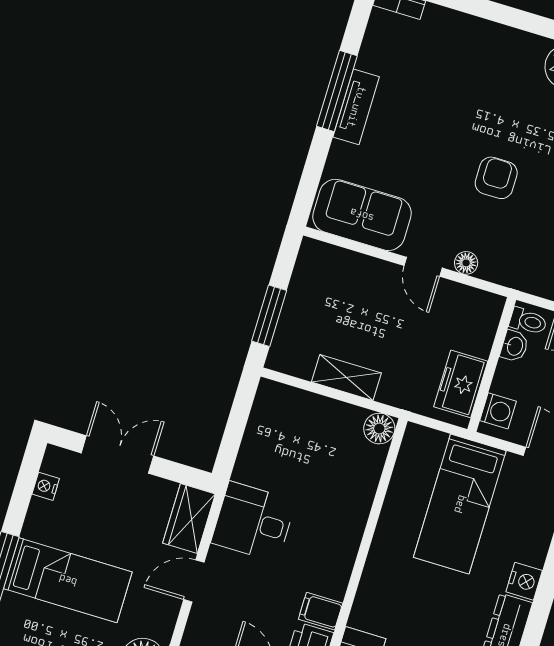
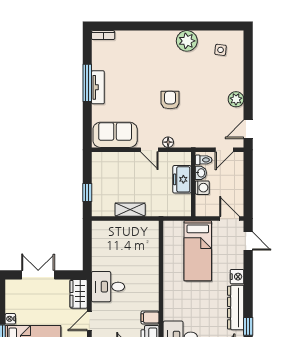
window: (269, 316) -> (87, 192), width x0.67
freezer: (461, 384) -> (182, 179), moved
washing machine: (498, 411) -> (202, 188), moved
floor lamp: (379, 429) -> (152, 228), removed
nightstand: (46, 486) -> (10, 319), moved

